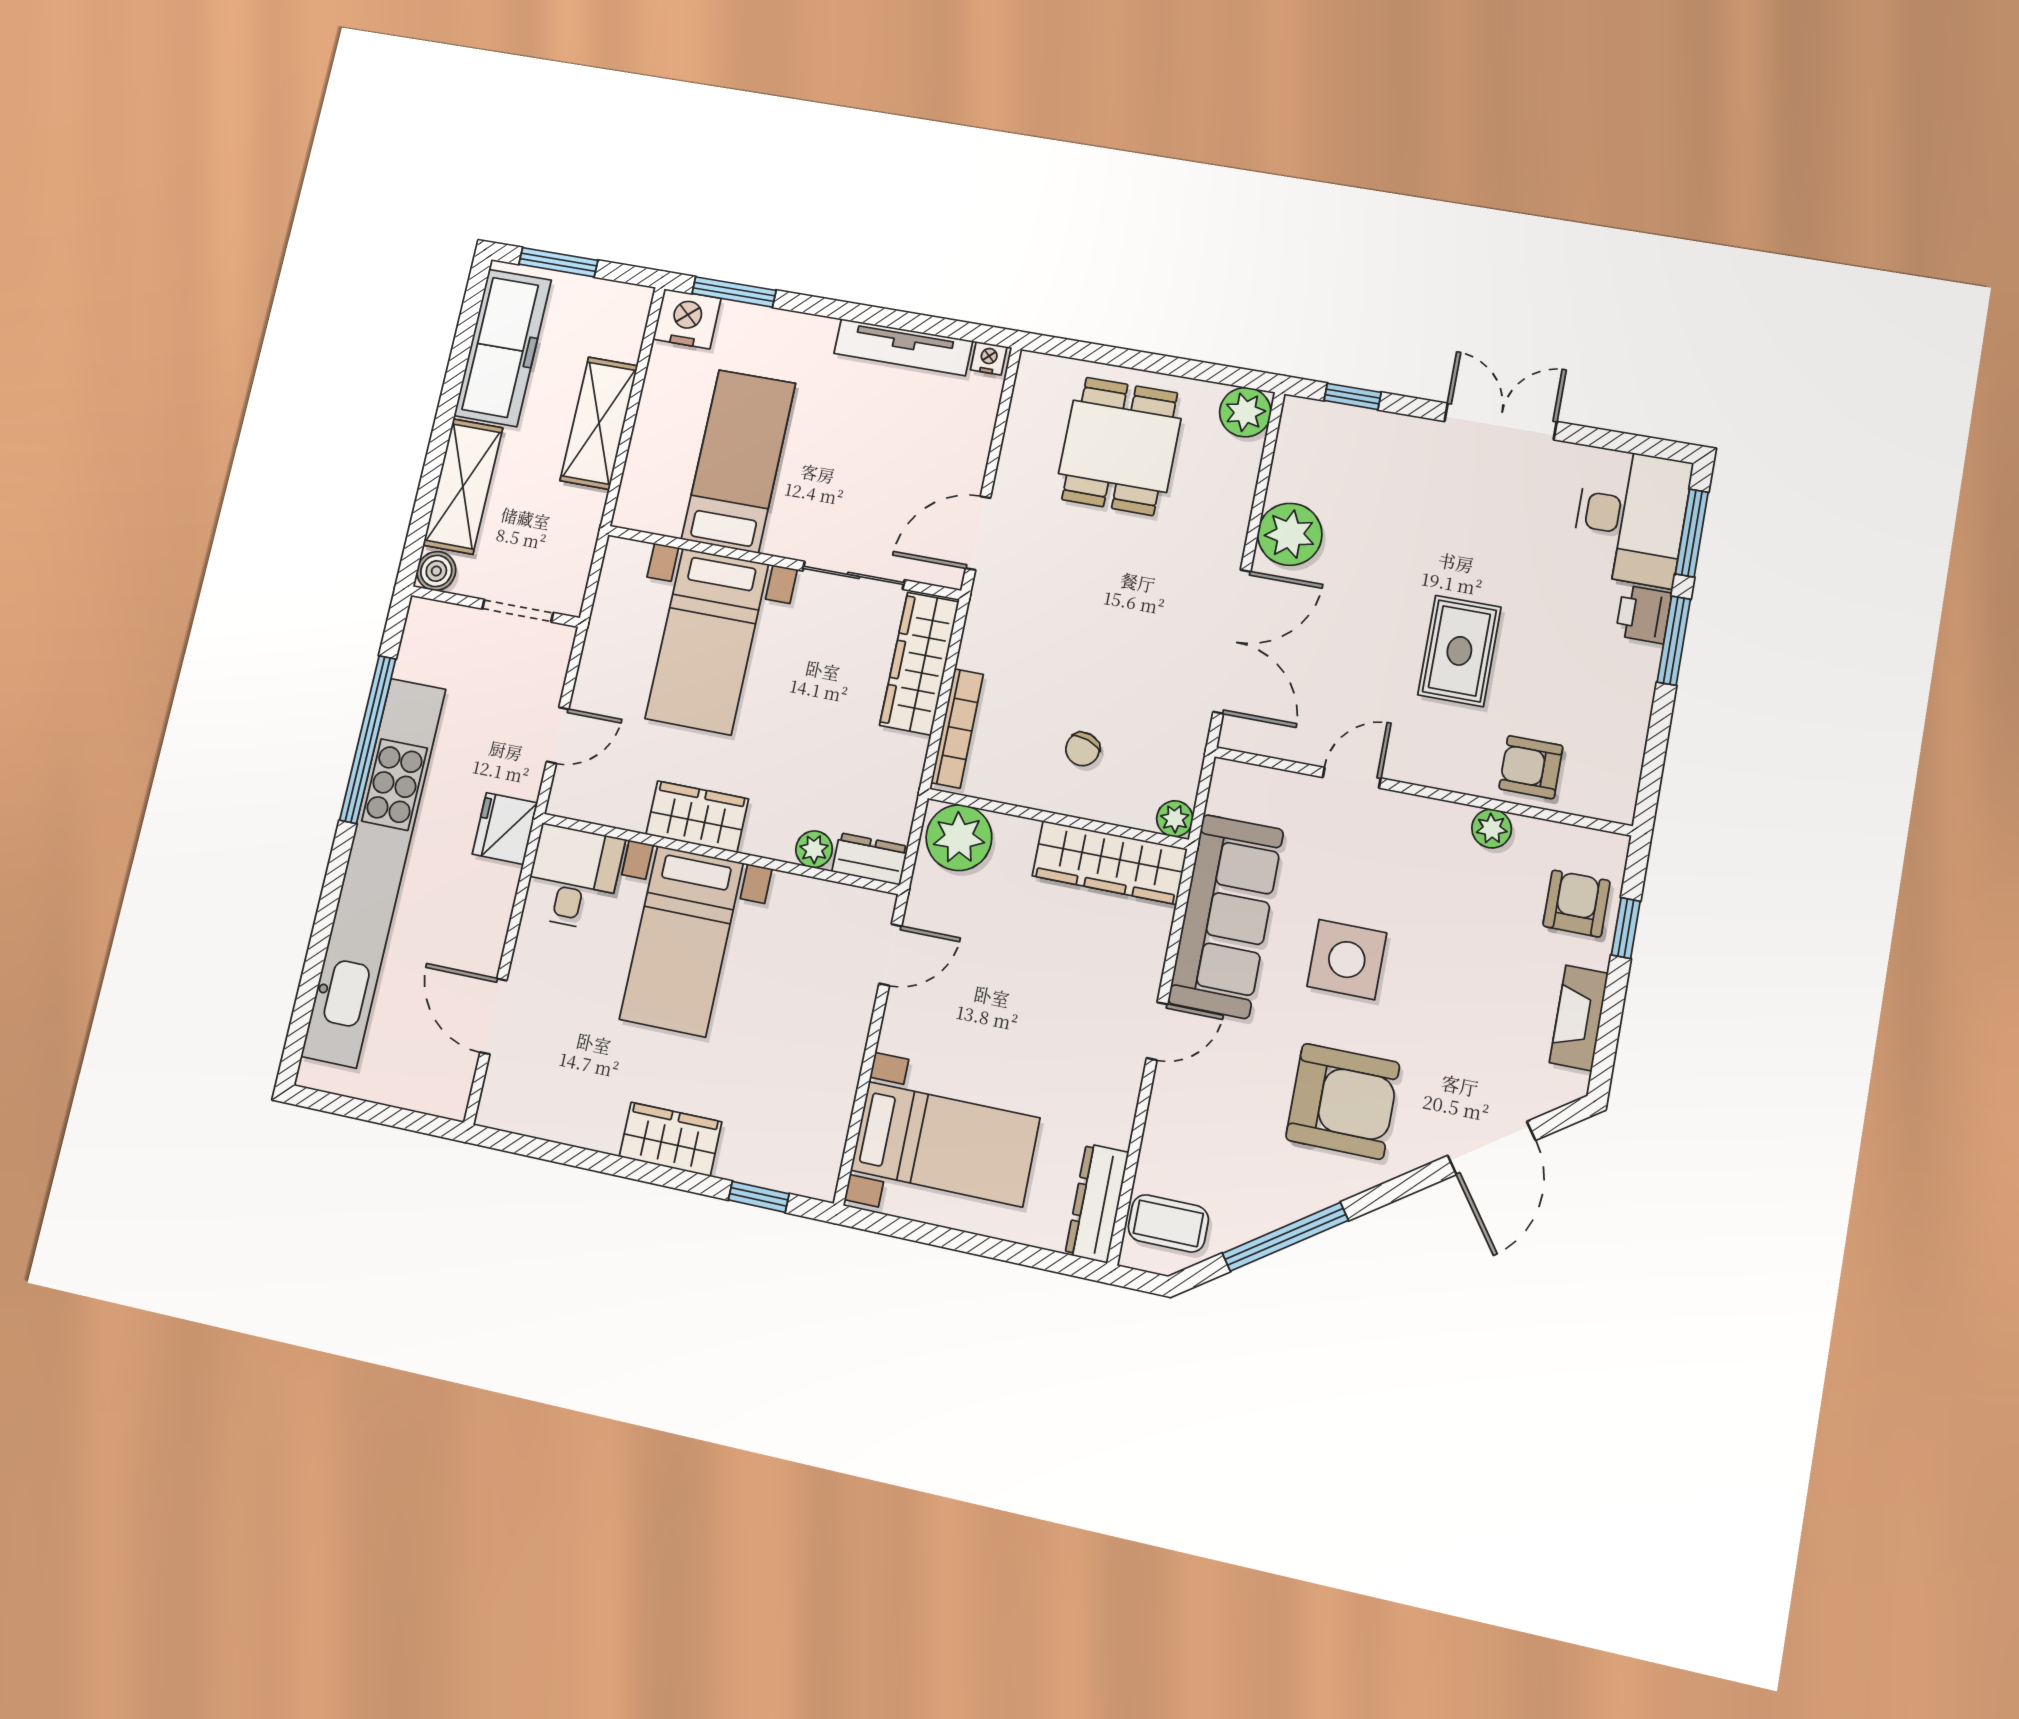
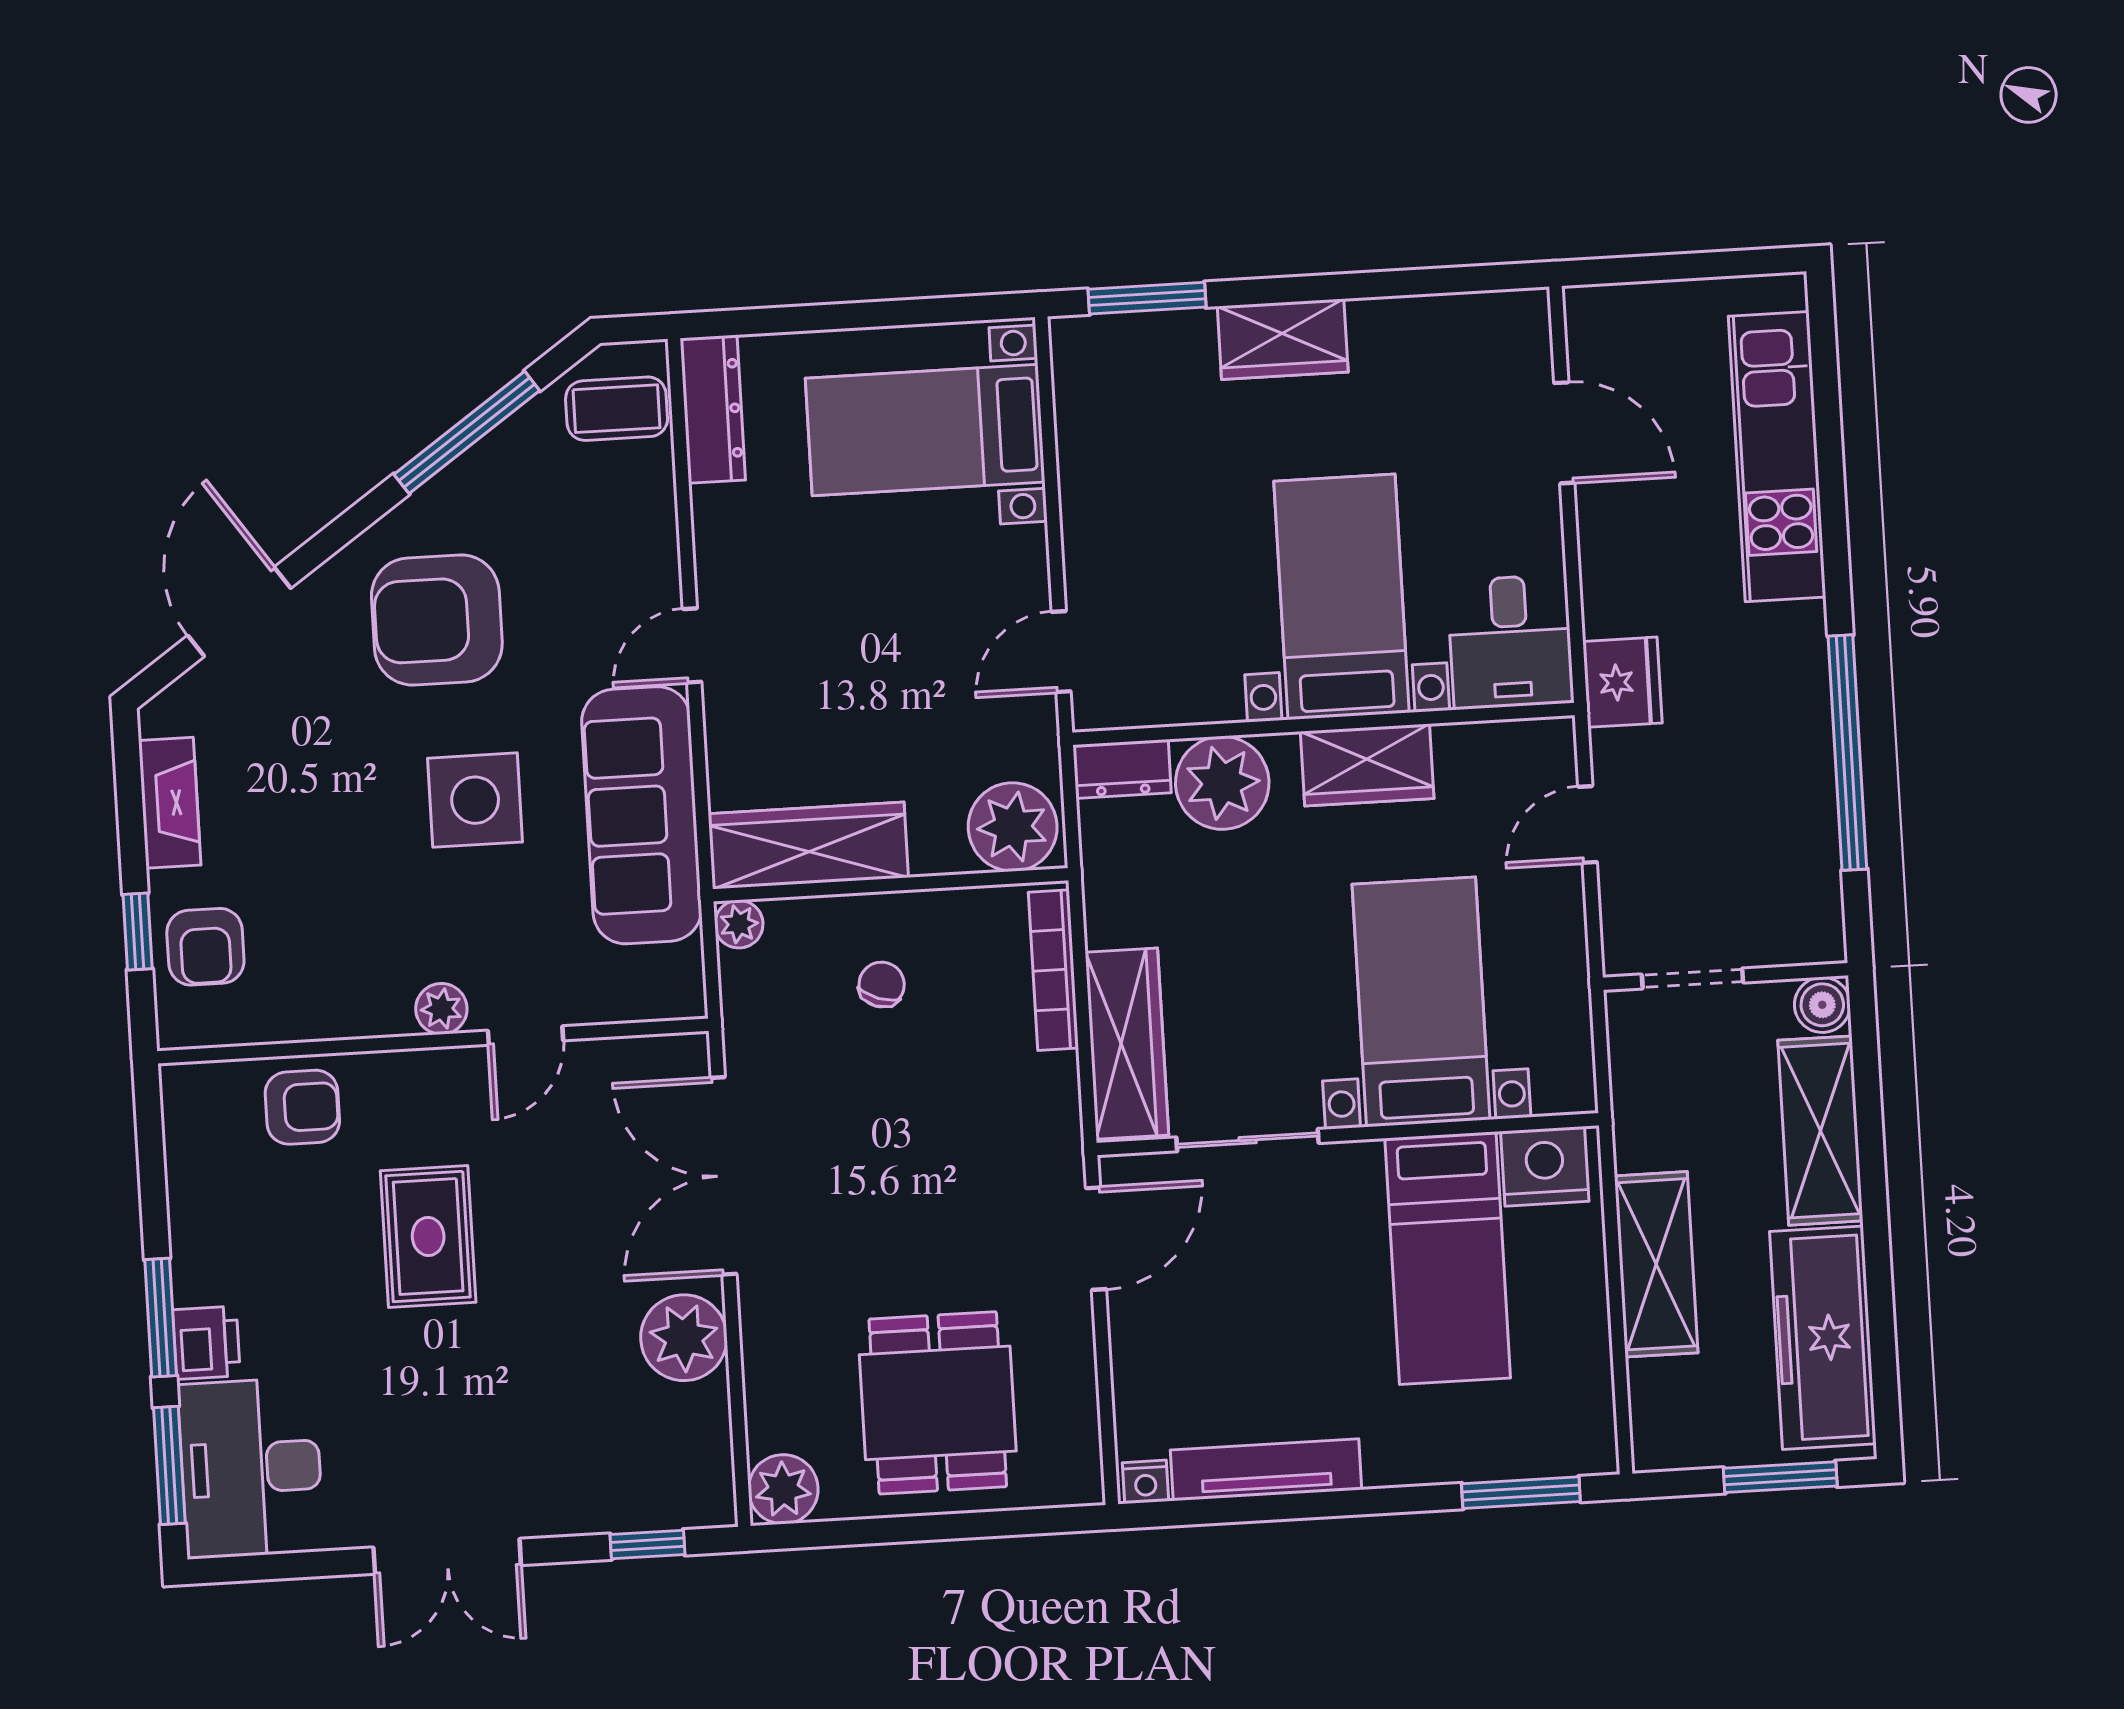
nightstand: (687, 319) -> (1545, 1166), moved, turned 180
plant: (1492, 829) -> (441, 1009), moved
plant: (814, 849) -> (1222, 783), width x1.87, depth x1.87
kitchen unit: (374, 871) -> (1777, 457), width x0.54
window: (759, 1197) -> (1147, 298), width x1.50

